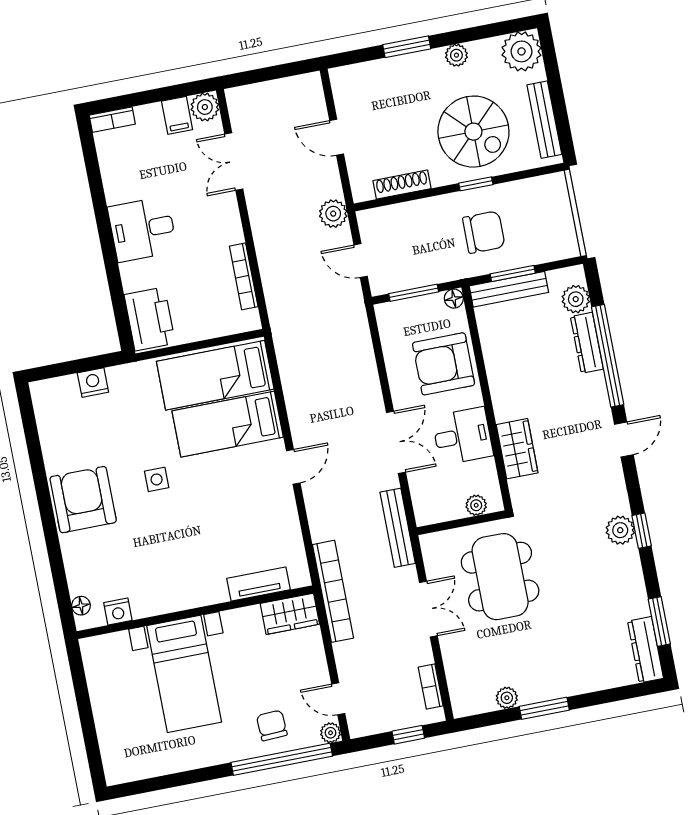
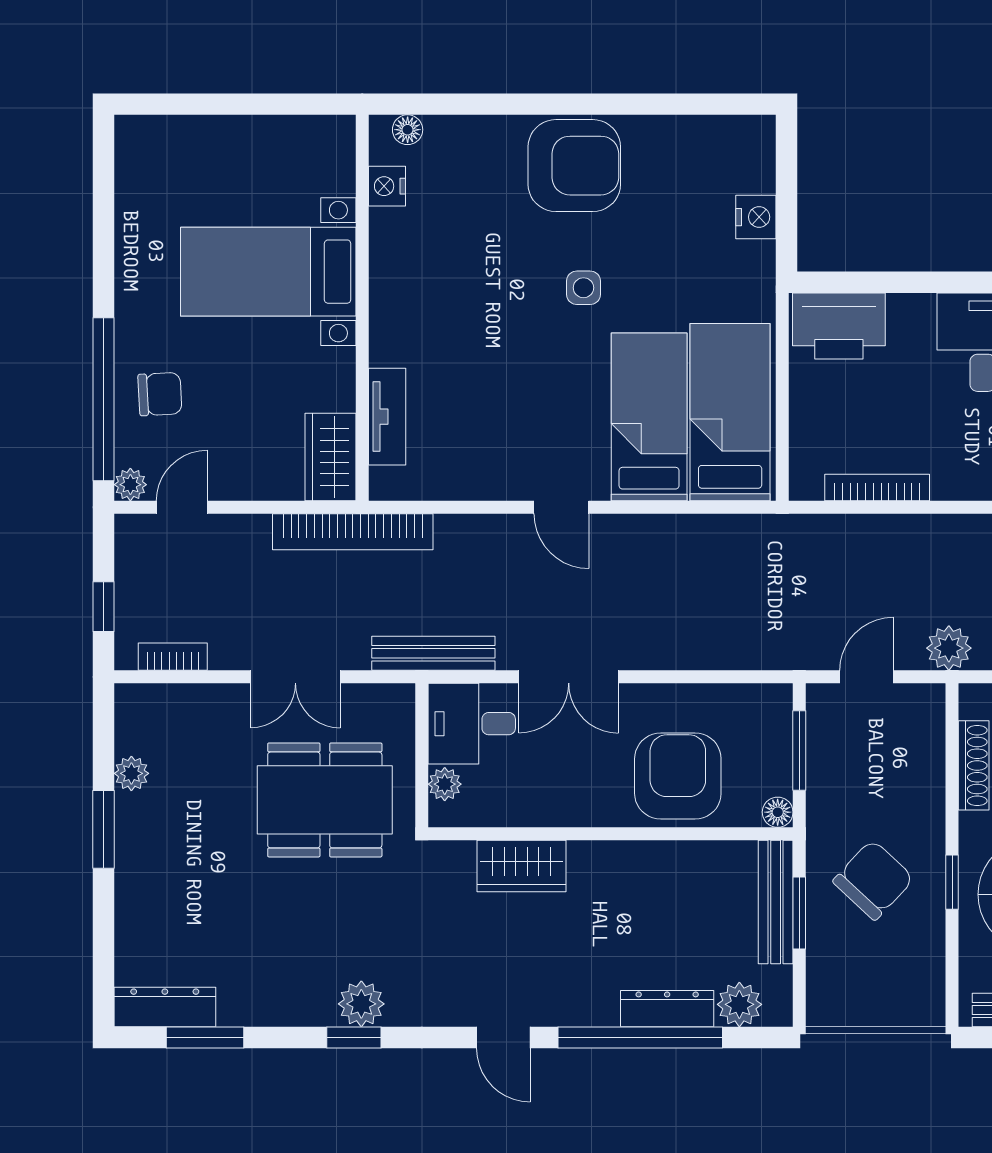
chair: (484, 232) -> (873, 880), turned -137
desk: (463, 436) -> (472, 724), moved, turned 90

